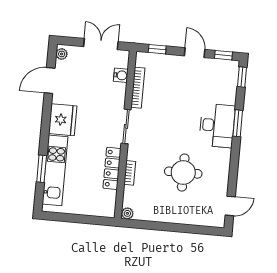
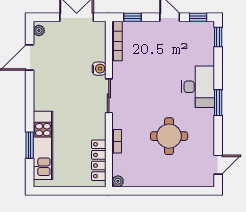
water cooler: (121, 75) -> (99, 69), moved
bookcase: (138, 88) -> (117, 41), moved
fridge: (63, 120) -> (46, 95), removed
window: (238, 123) -> (218, 103), moved
locker: (112, 168) -> (99, 160), moved

